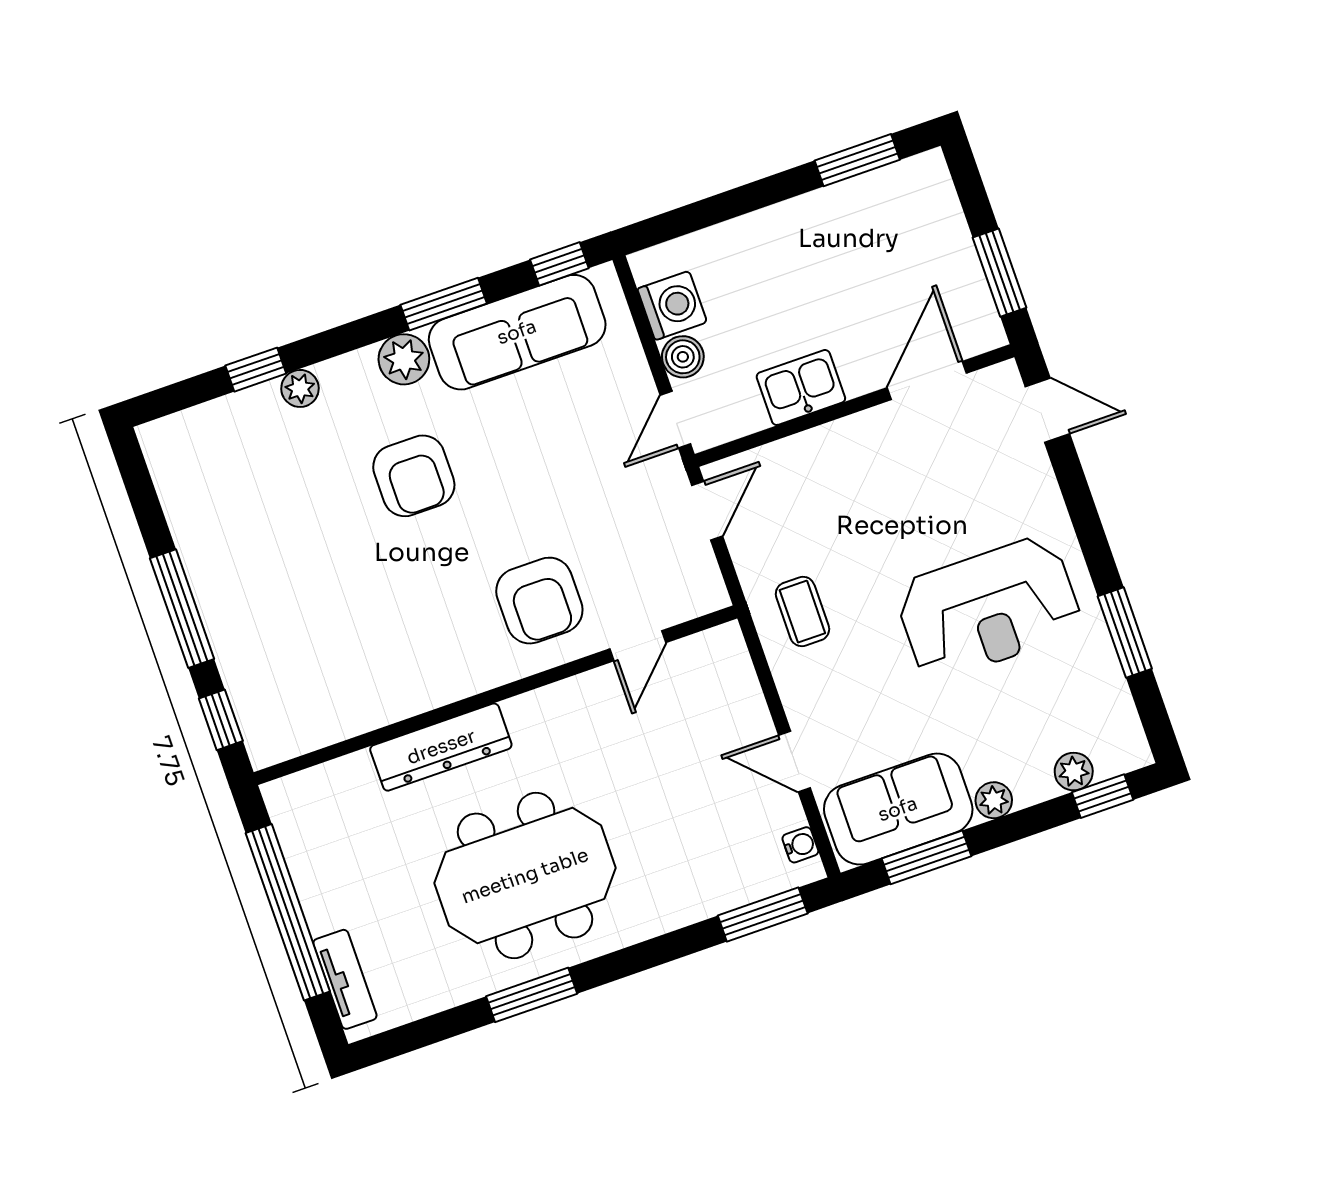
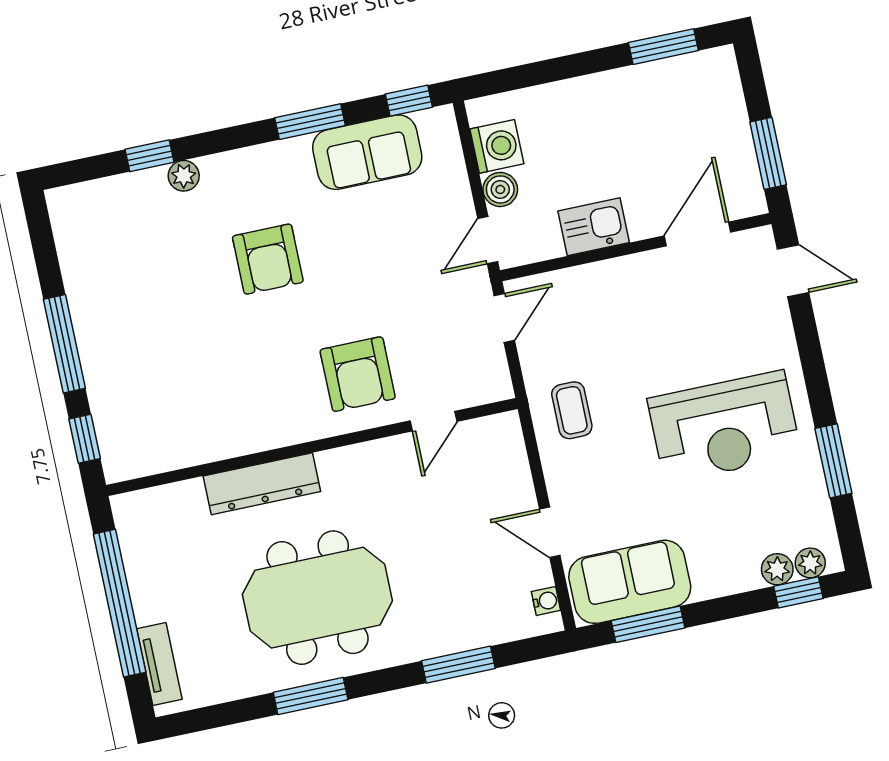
sofa: (517, 332) -> (367, 152), width x0.73
plant: (404, 359) -> (272, 163), removed
plant: (994, 800) -> (810, 563), moved
window: (763, 914) -> (458, 665), moved

